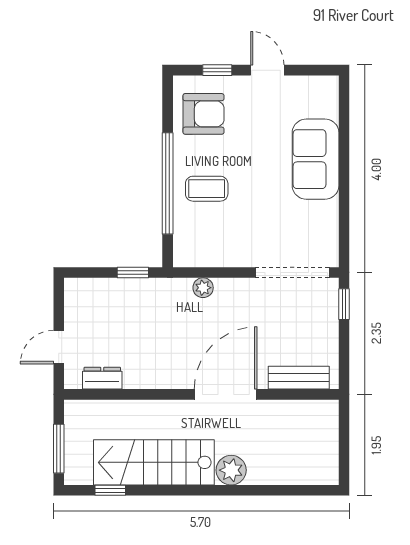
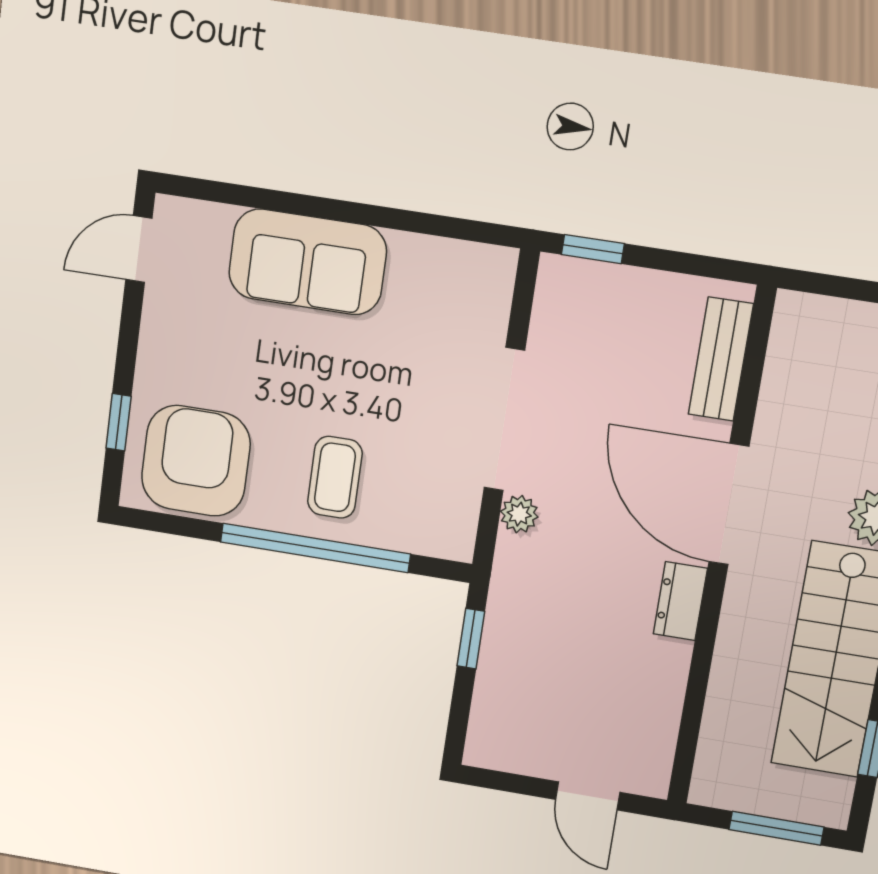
door: (267, 70) -> (139, 249), moved
armchair: (203, 114) -> (196, 461), width x1.36, depth x1.36
doorway: (292, 272) -> (504, 419), moved
dresser: (102, 378) -> (680, 601), moved

